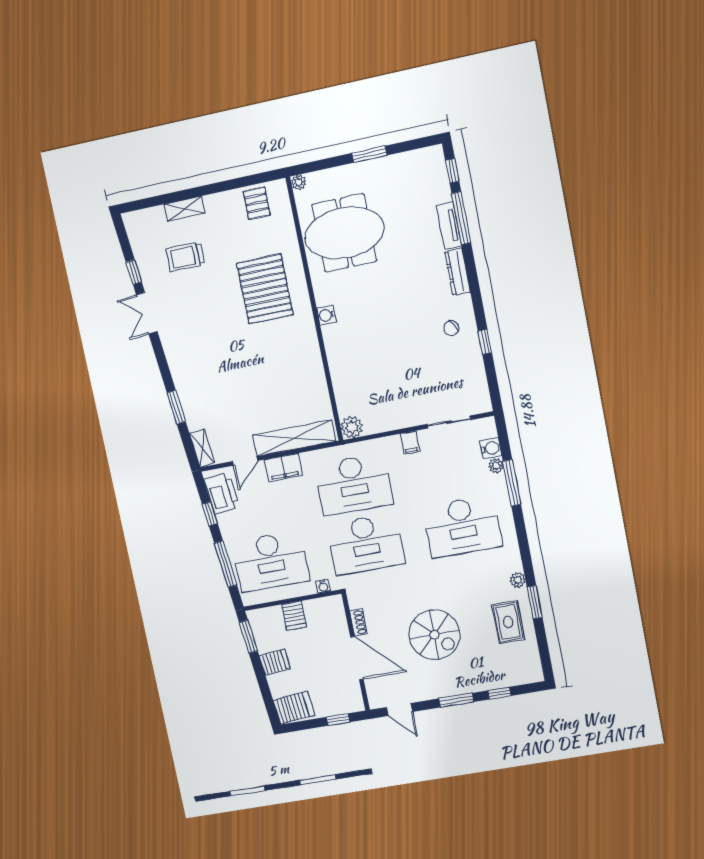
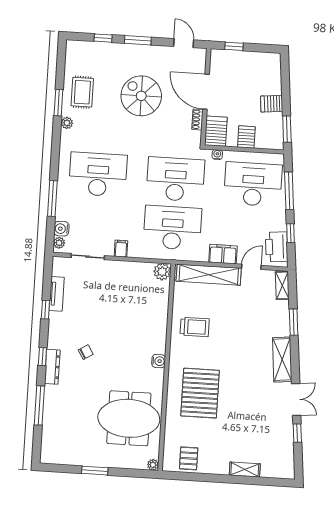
window: (452, 171) -> (42, 357), moved
tv unit: (449, 226) -> (57, 294), moved
trolley: (185, 257) -> (195, 327), moved
chair: (451, 328) -> (86, 352), moved
shelving: (177, 358) -> (282, 360), added
plant: (496, 466) -> (59, 243), moved
server rack: (294, 708) -> (216, 131), moved, turned 96

